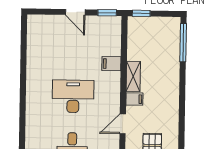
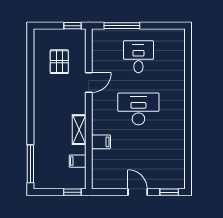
window: (107, 13) -> (169, 192), moved
desk: (73, 96) -> (138, 109), turned 180
filing cabinet: (134, 99) -> (78, 161), moved

